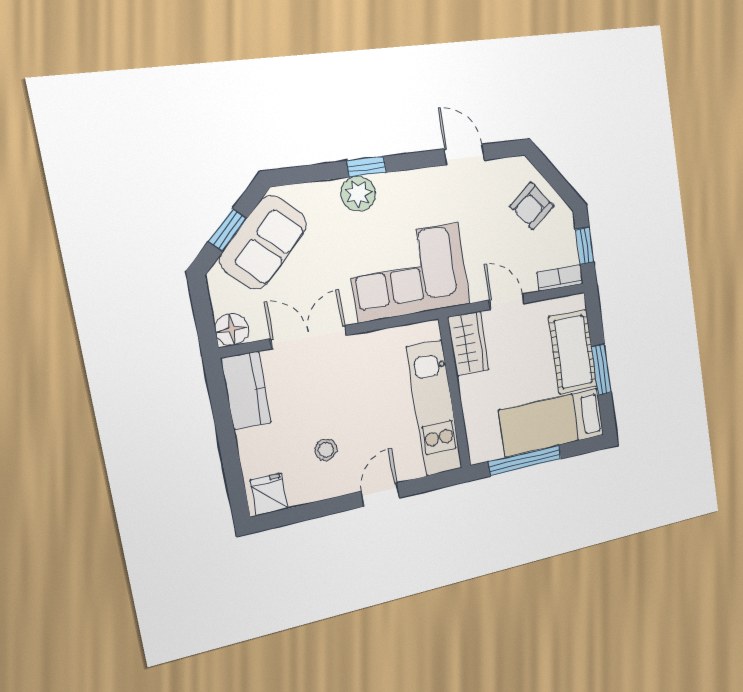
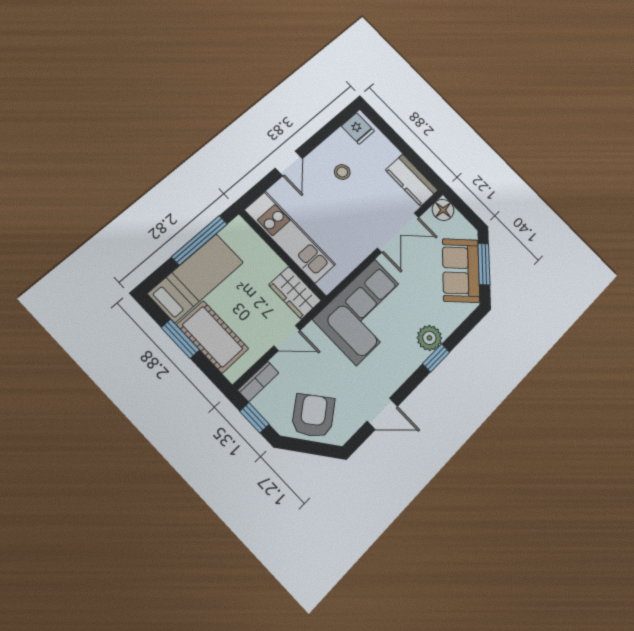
armchair: (532, 206) -> (313, 416), width x1.38, depth x1.38
window: (228, 230) -> (484, 264), width x1.50

